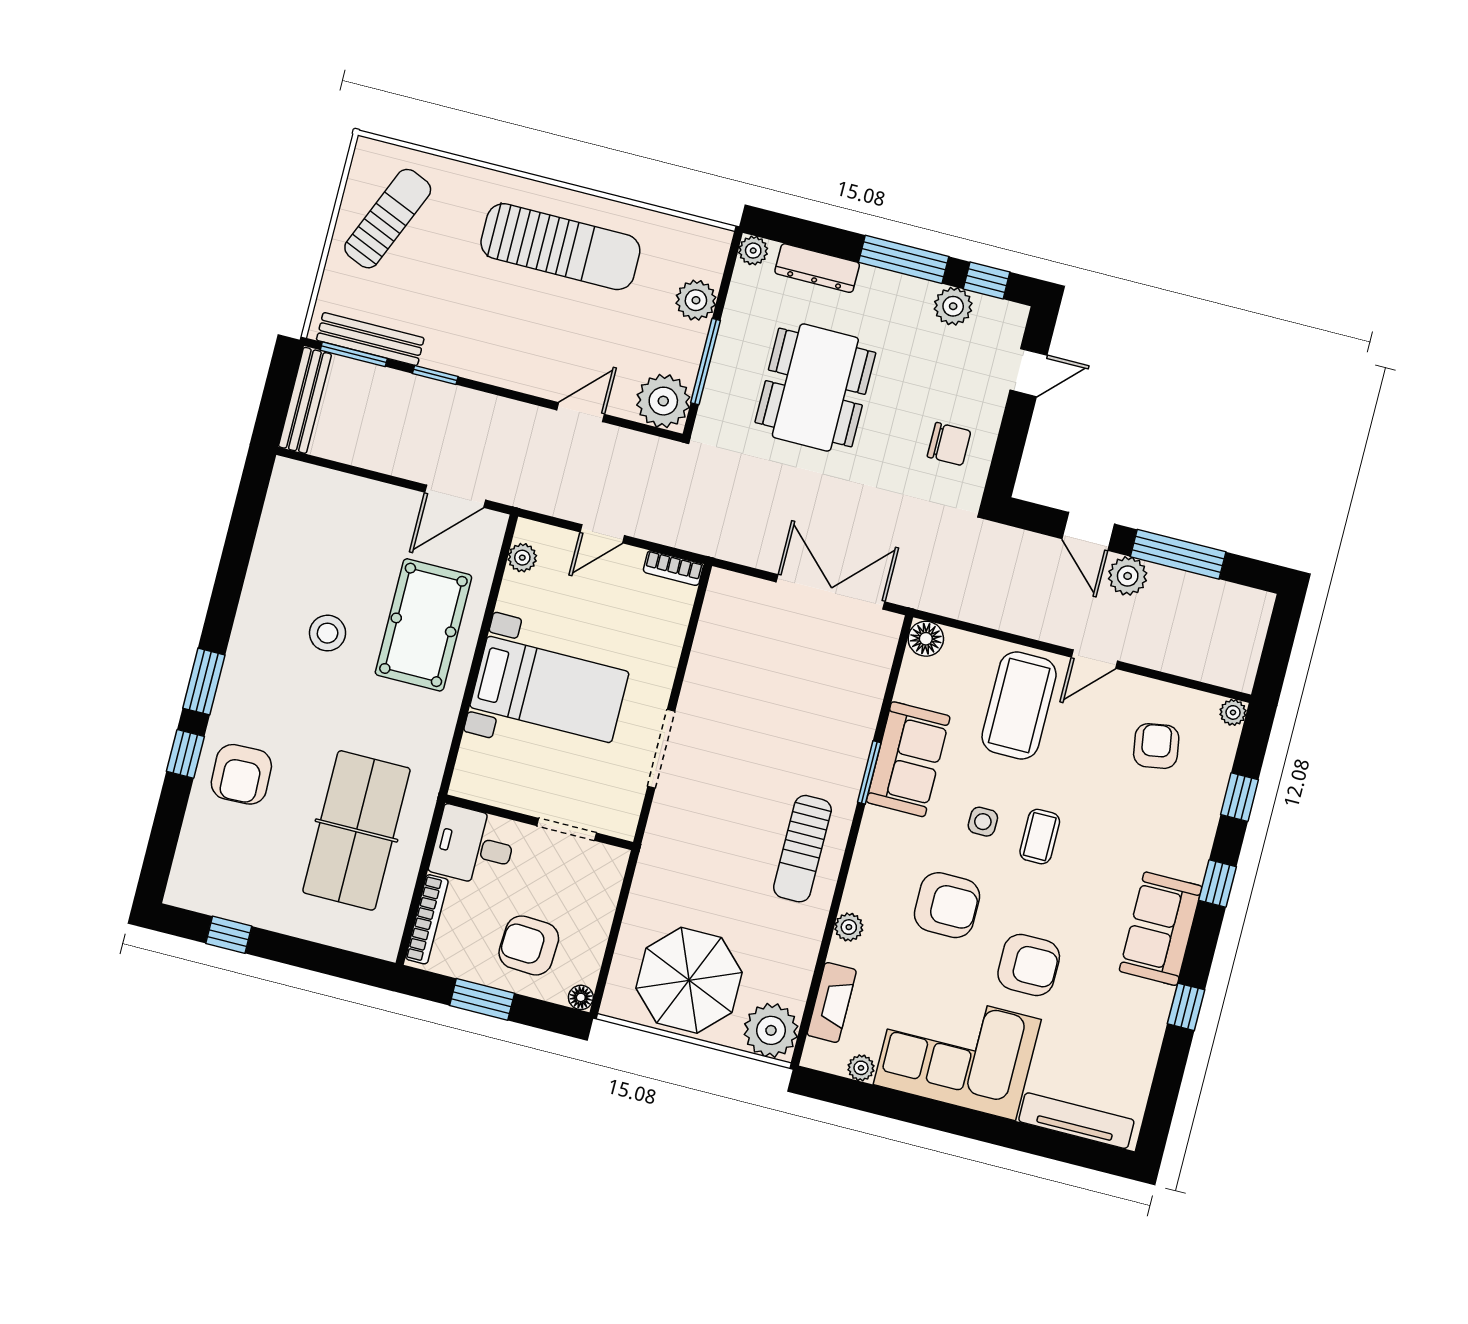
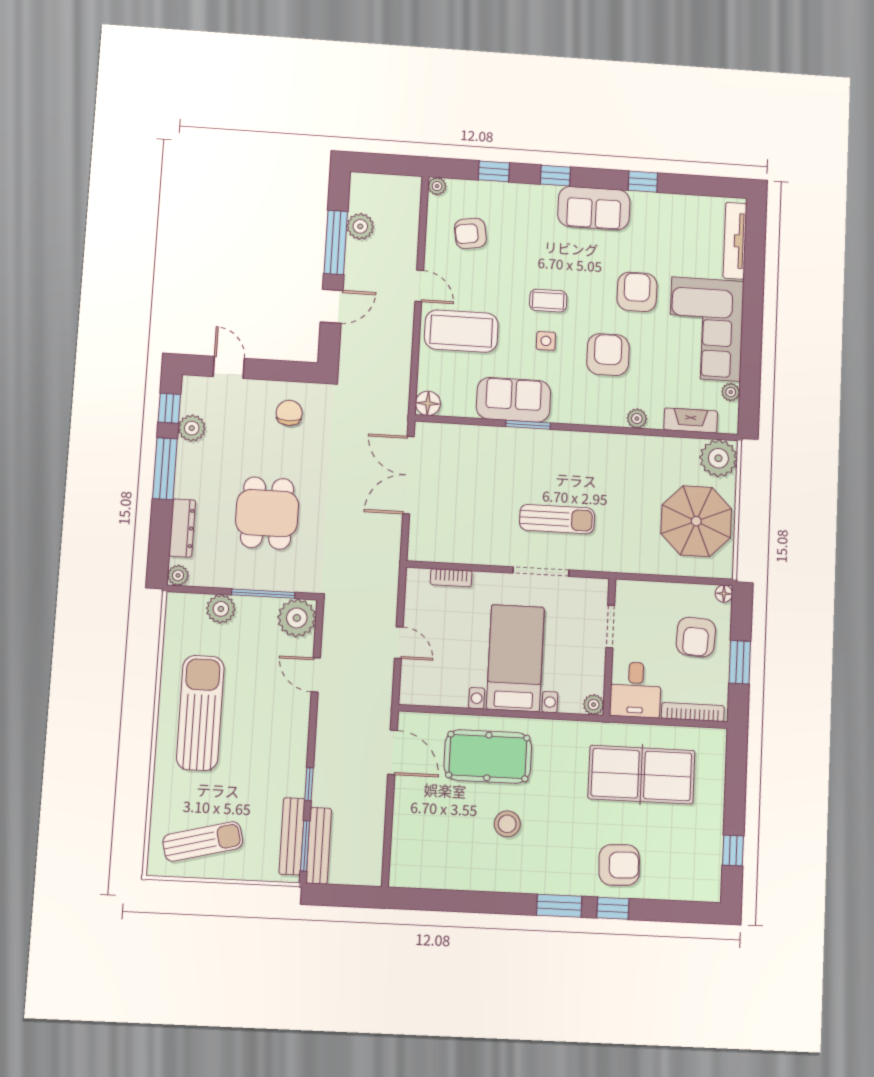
sun lounger: (388, 219) -> (203, 841), turned 143
dining table: (815, 388) -> (267, 513), width x0.73
bench: (305, 400) -> (319, 846), moved, turned 90
plant: (522, 558) -> (594, 705), moved
bookcase: (673, 568) -> (451, 578), moved, turned 90
plant: (1128, 576) -> (360, 226), moved
sun lounger: (802, 849) -> (557, 519), moved

